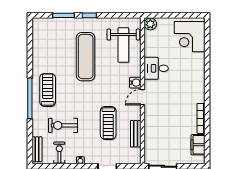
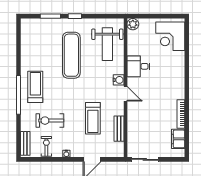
door: (143, 97) -> (125, 94), swing flipped

